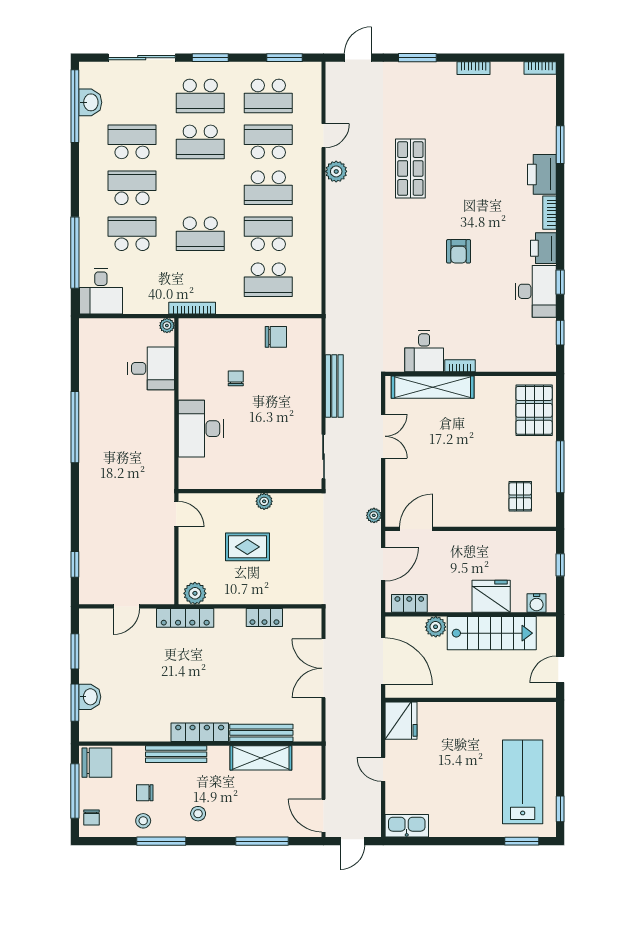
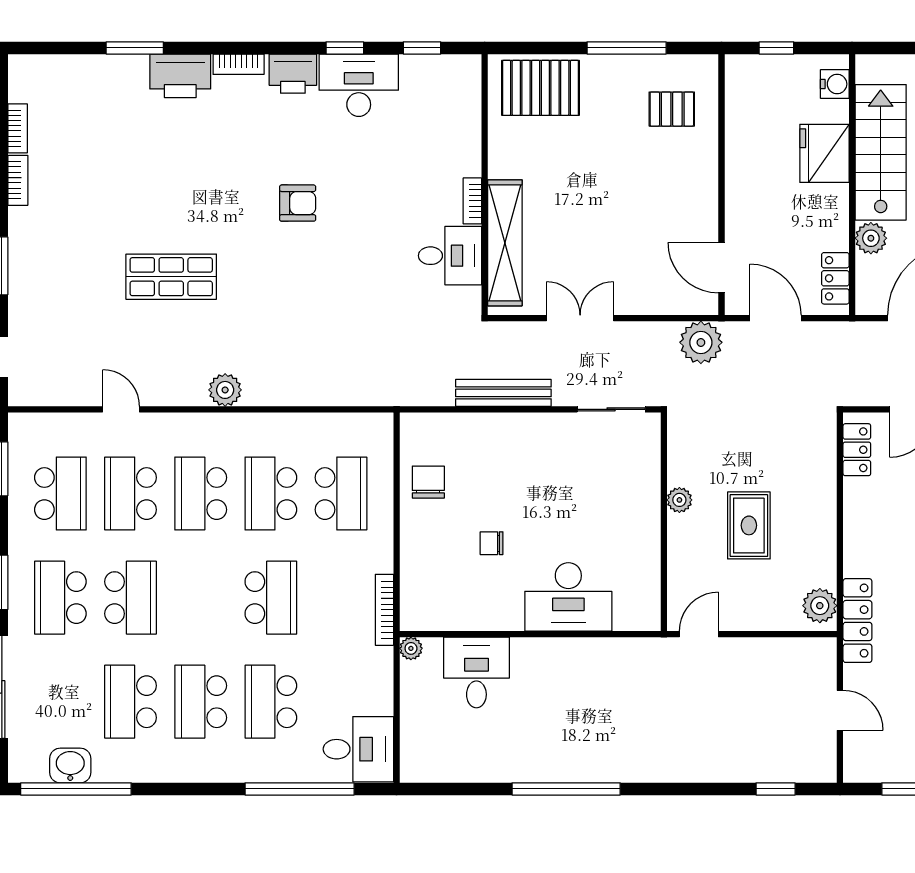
bookcase: (540, 68) -> (18, 128), moved
school desk: (200, 96) -> (60, 598), turned 180
plant: (336, 171) -> (225, 390), moved
school desk: (268, 188) -> (201, 494), turned 180
plant: (374, 515) -> (701, 342), width x1.87, depth x1.87
locker: (264, 618) -> (857, 450), moved

